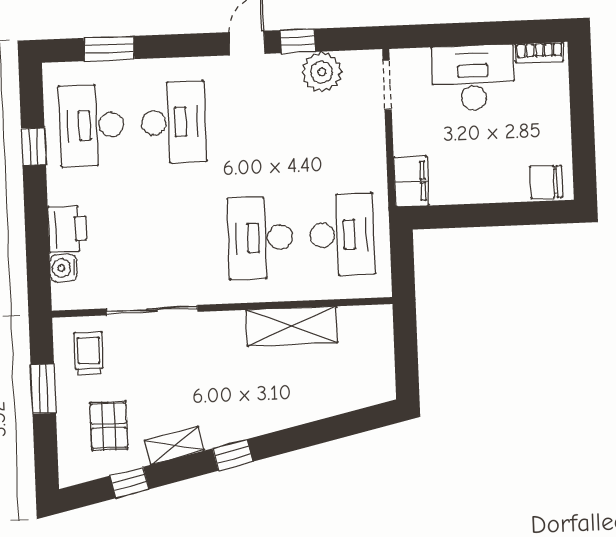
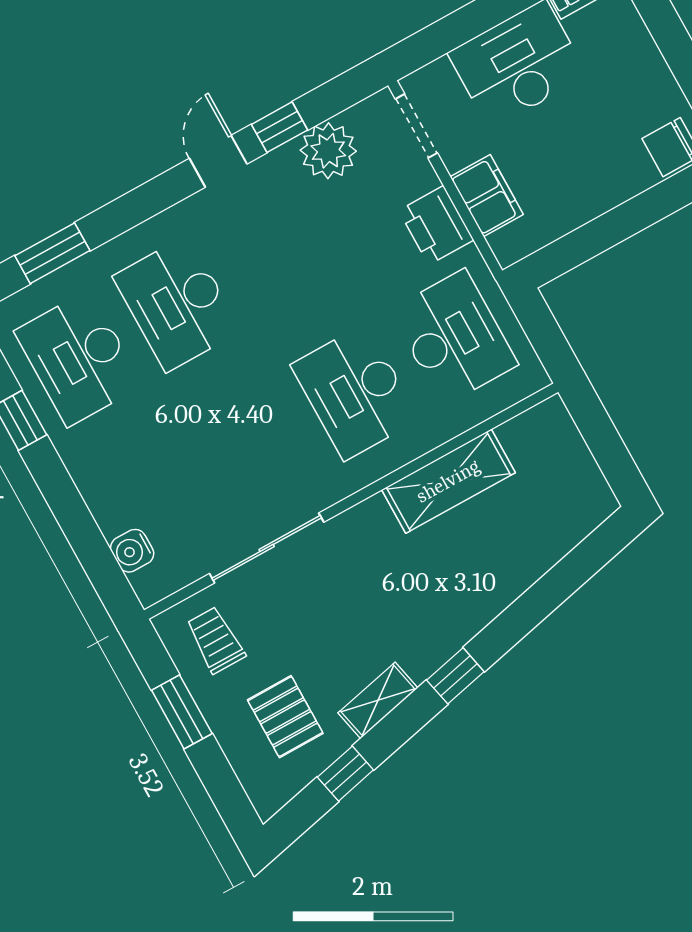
desk: (174, 122) -> (177, 304), turned 180
filing cabinet: (411, 181) -> (487, 196), moved
printer: (67, 229) -> (436, 225), moved, turned 180

